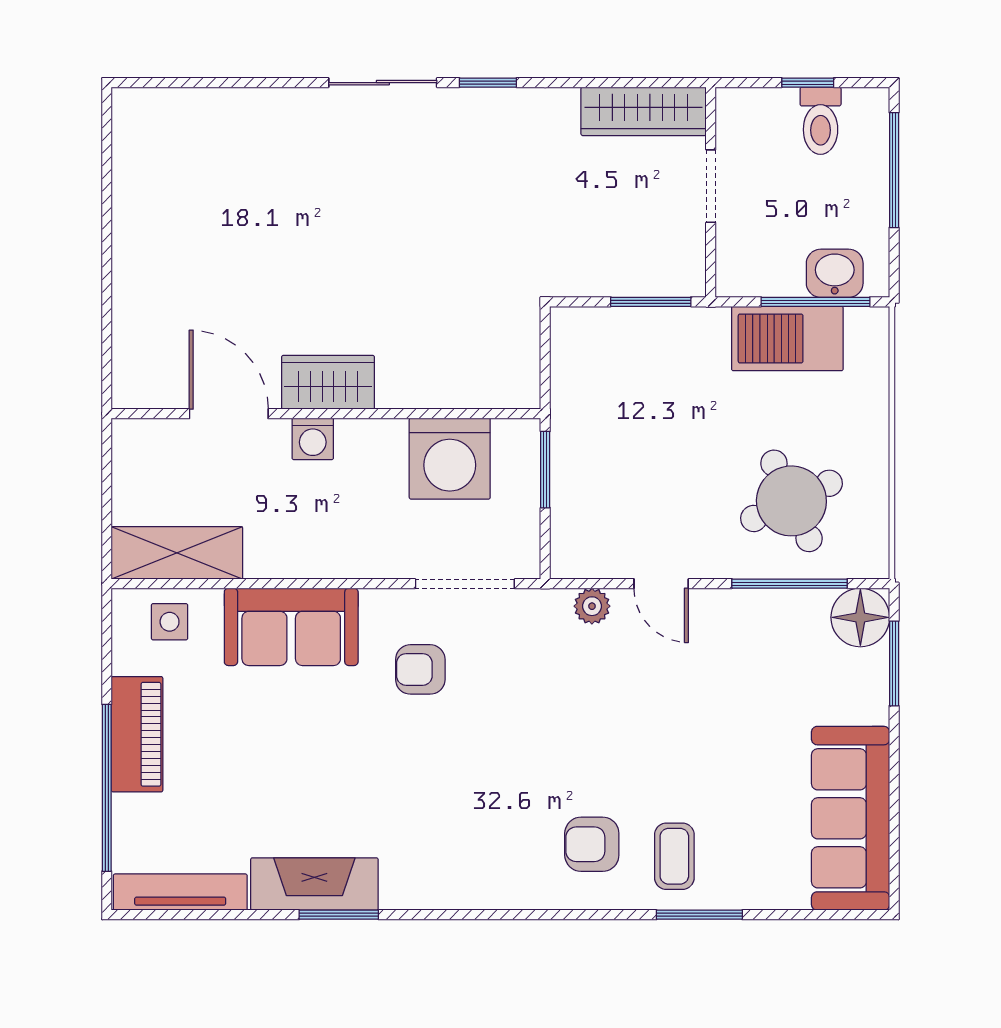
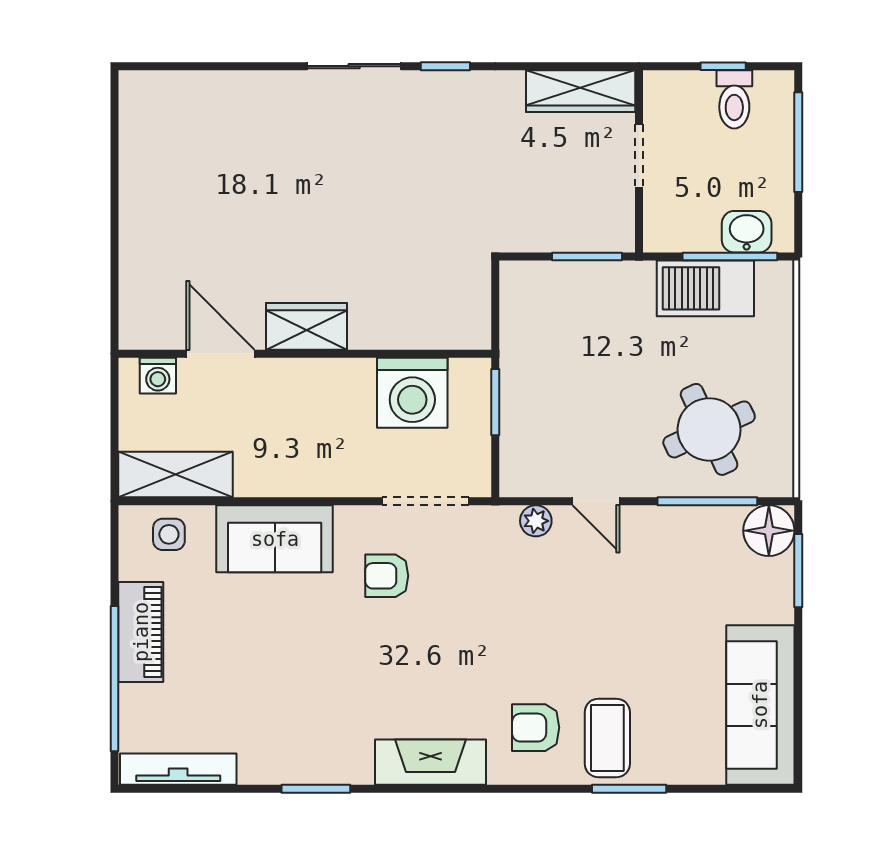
washing machine: (313, 439) -> (158, 376), moved
coffee table: (674, 856) -> (607, 738), width x1.36, depth x1.30
fireplace: (314, 884) -> (430, 762), moved

